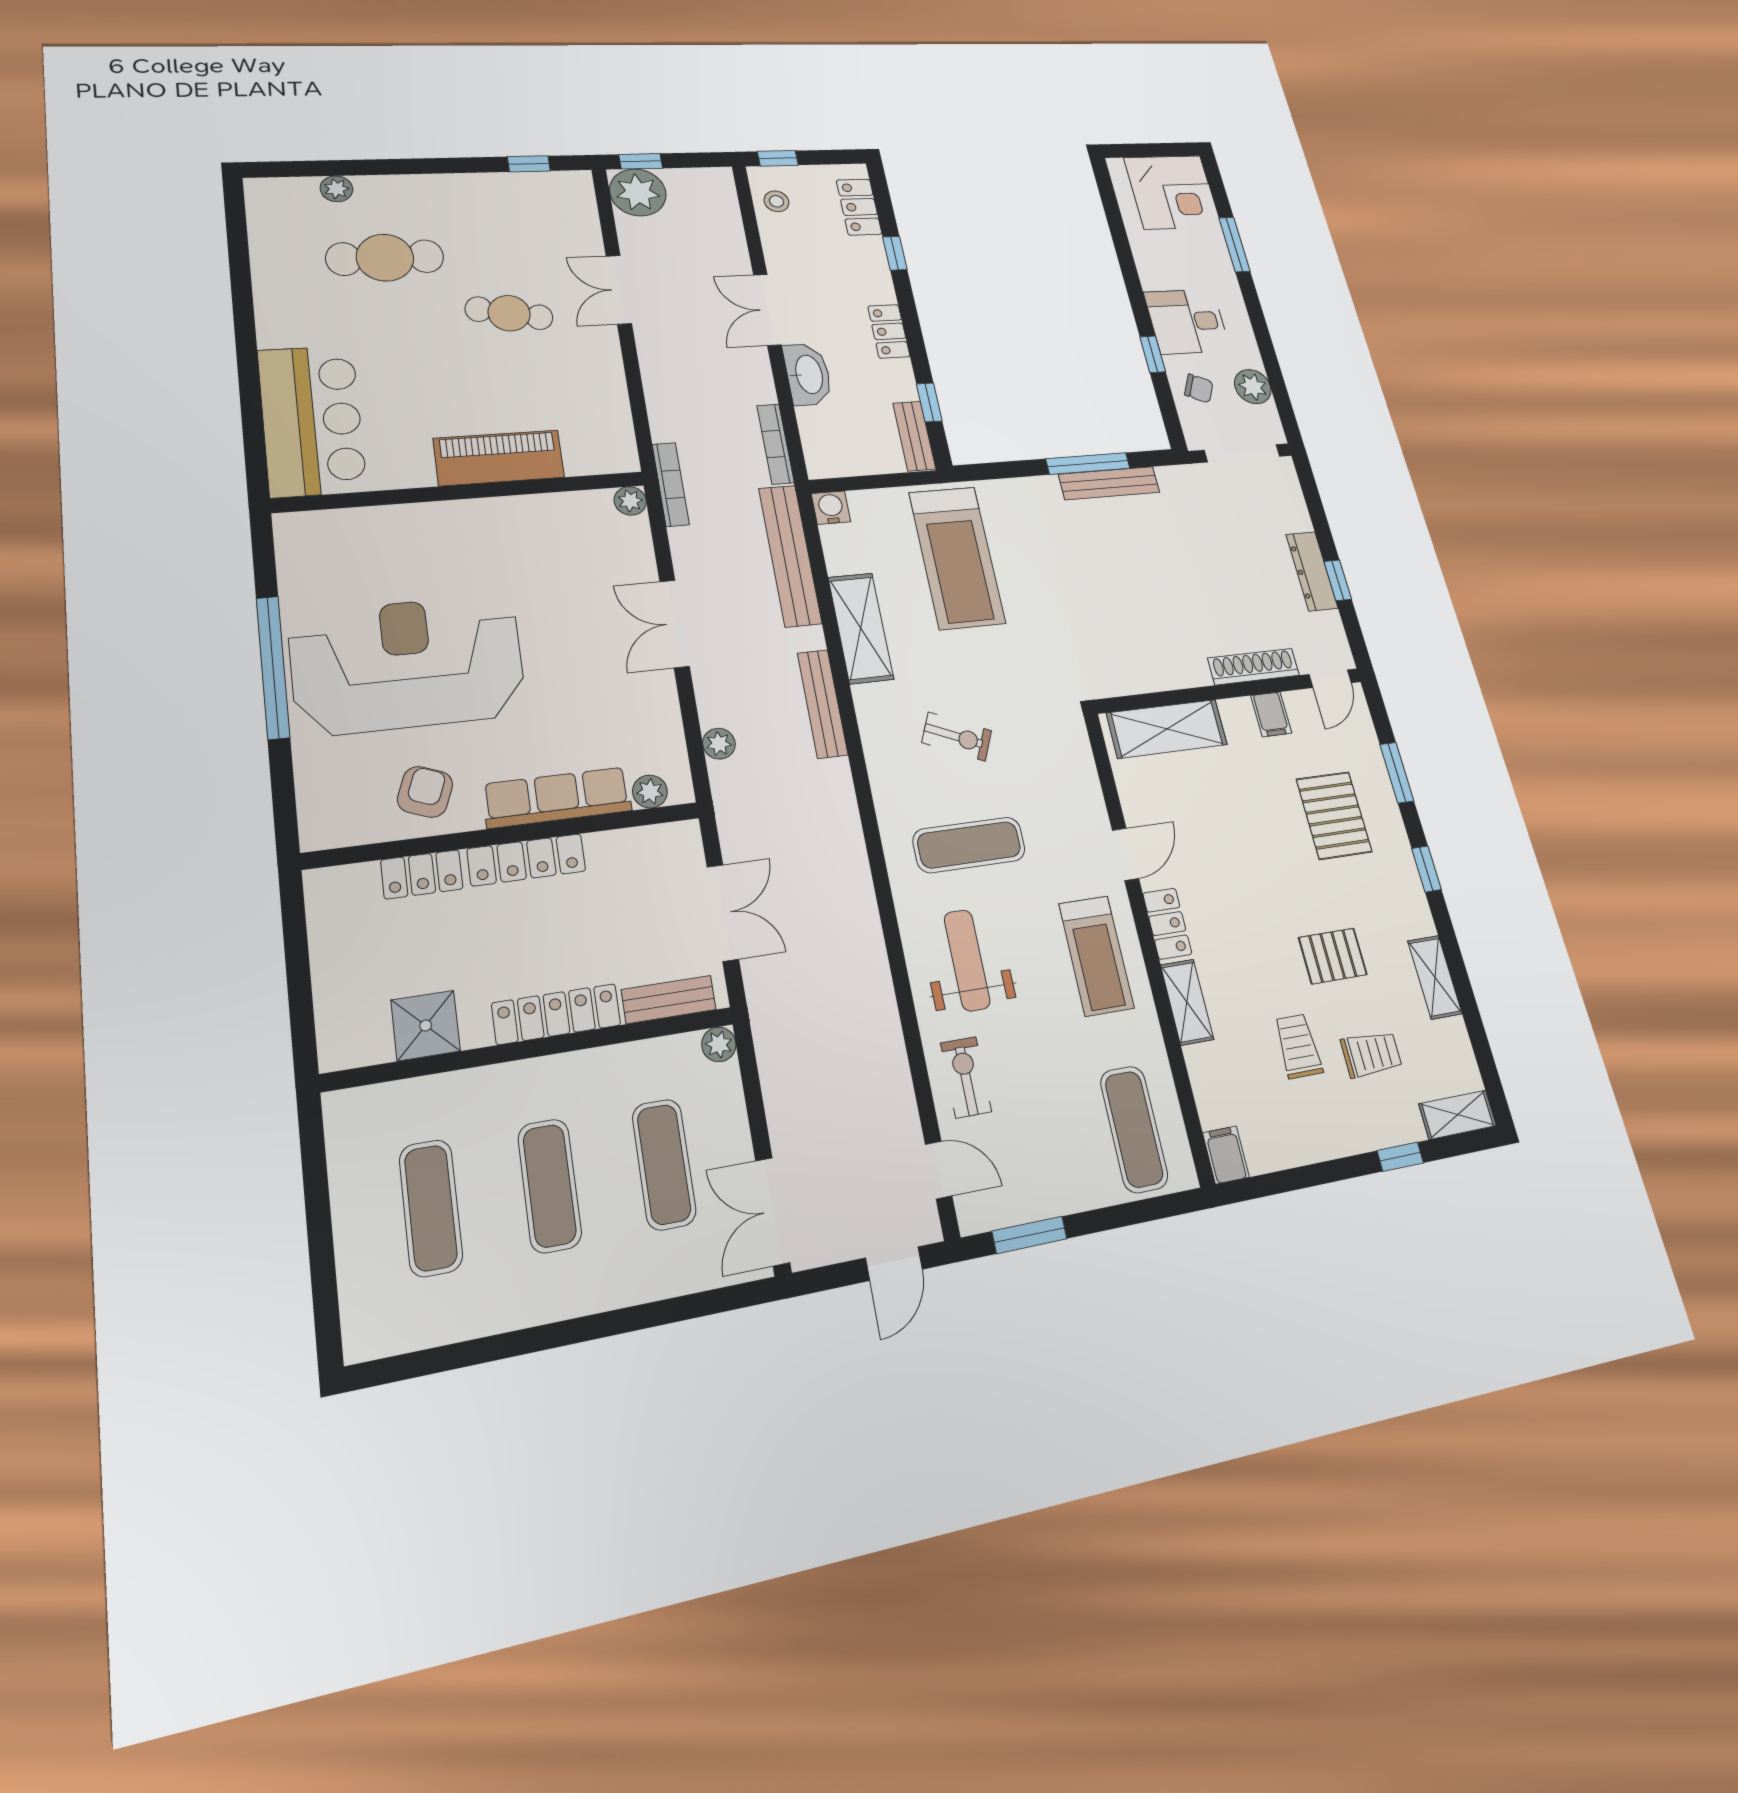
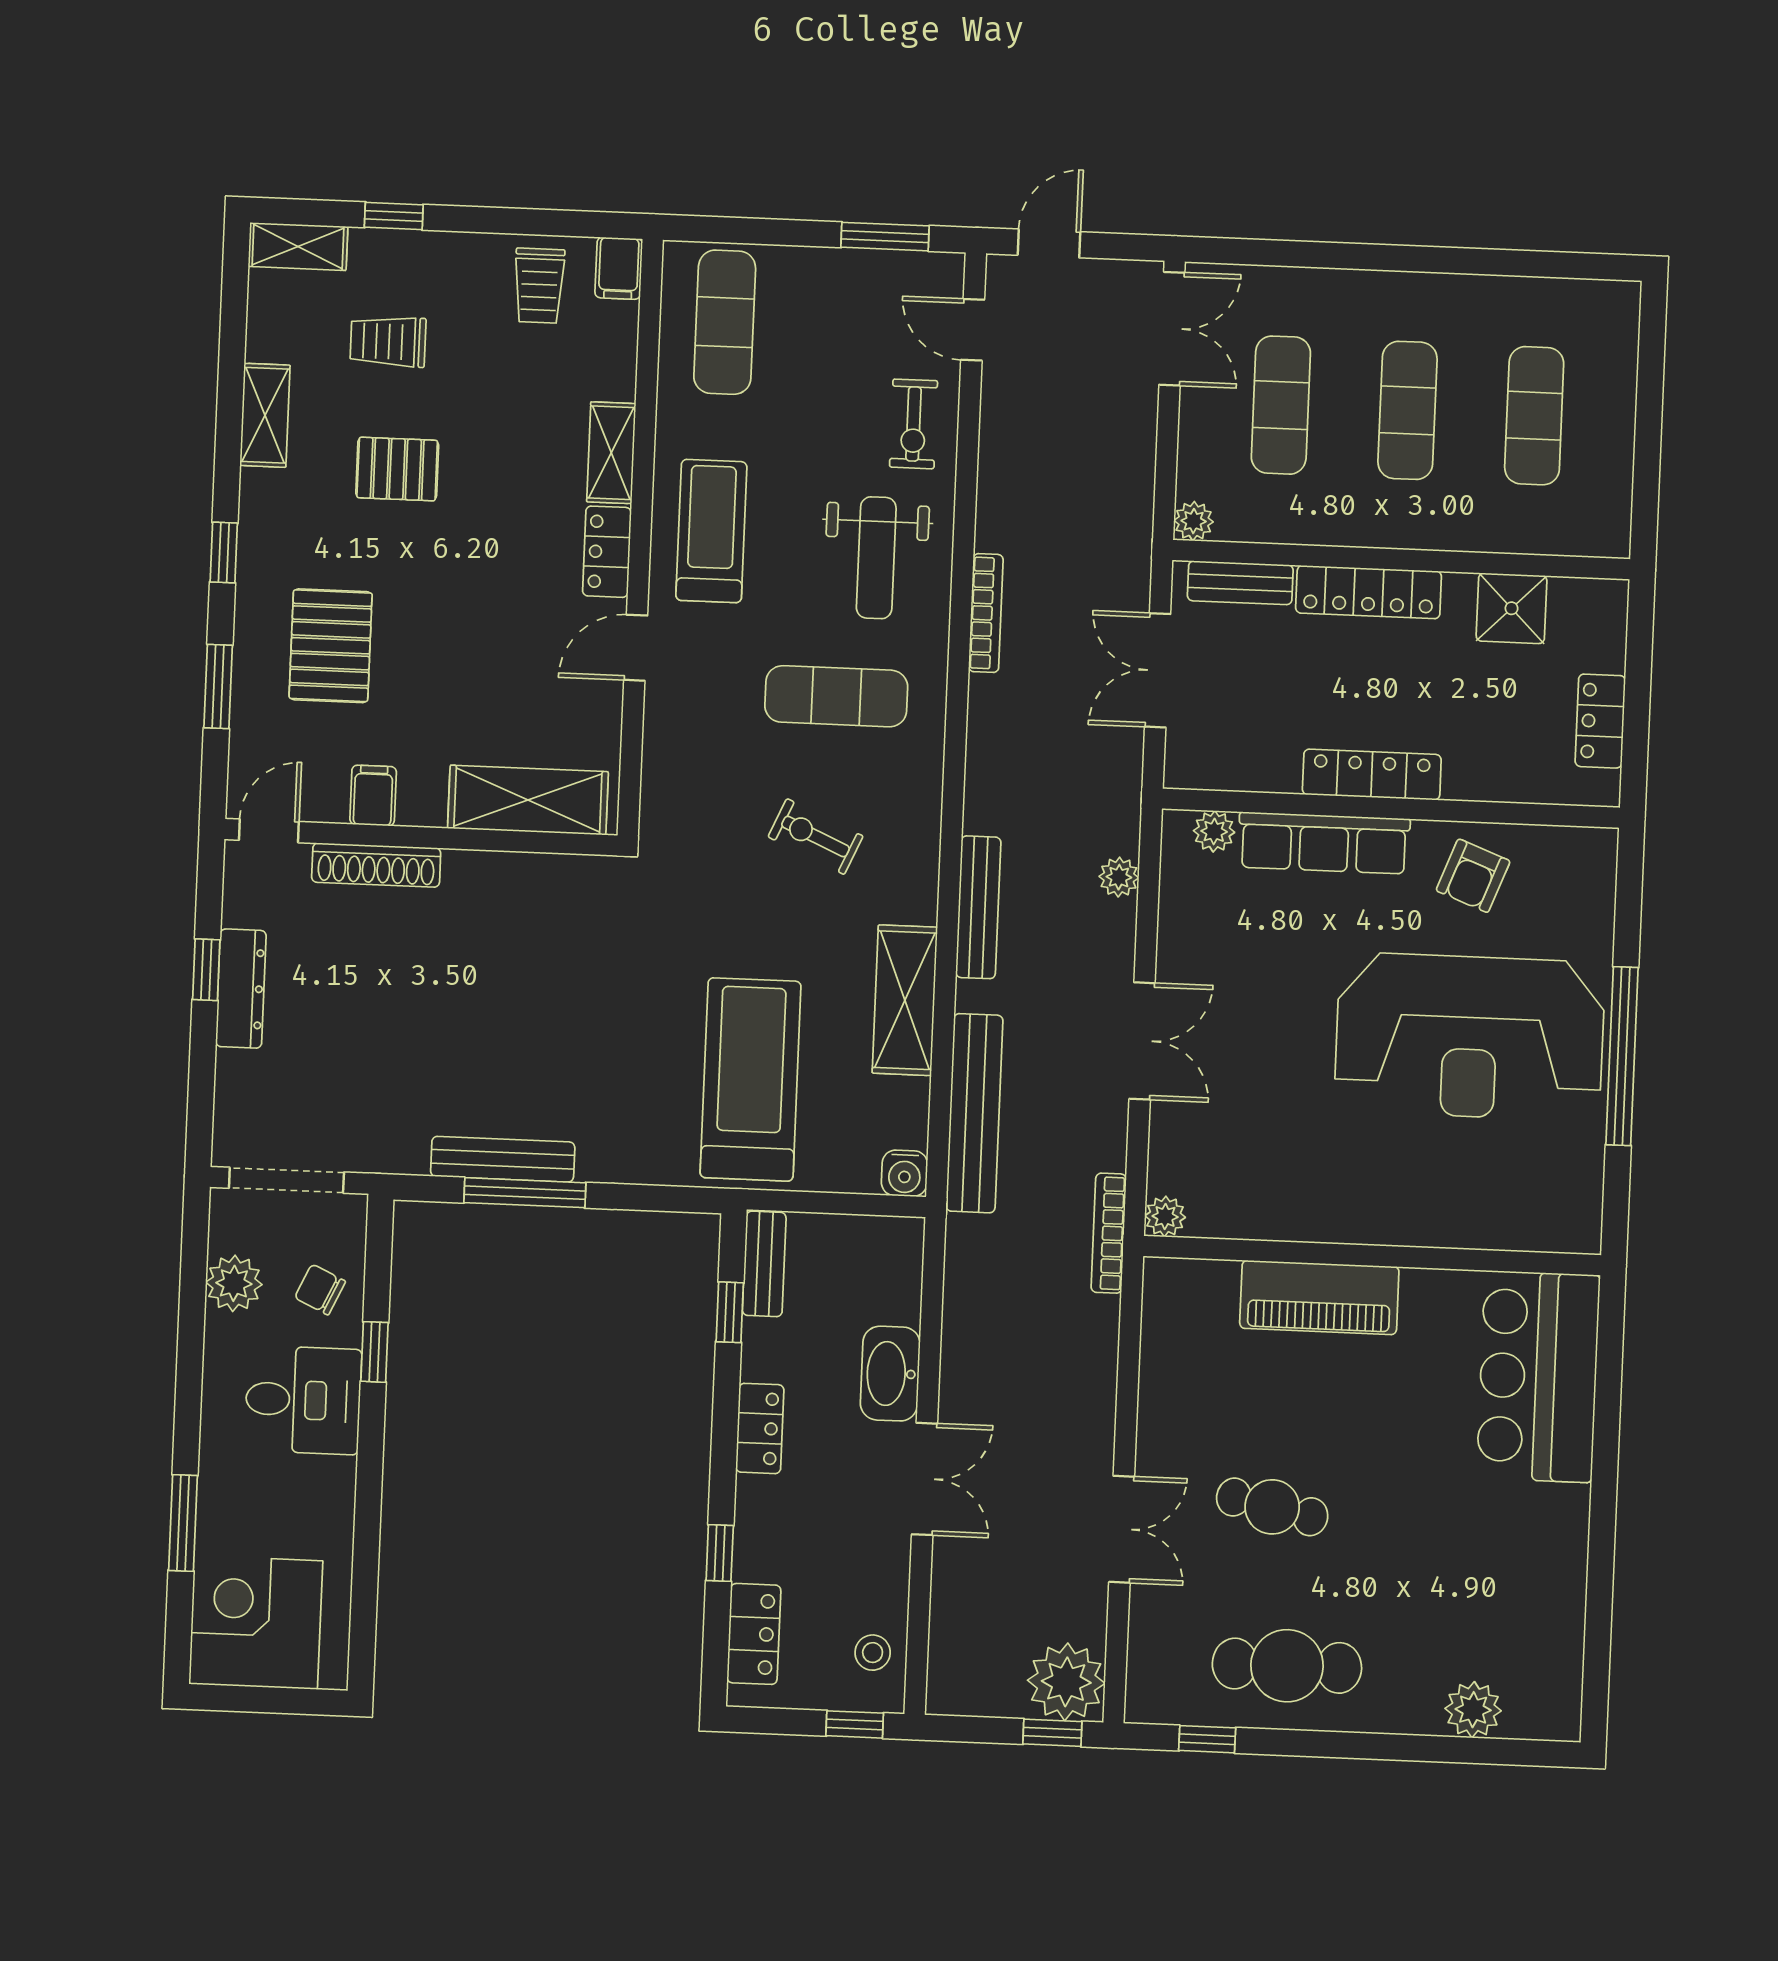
plant: (336, 189) -> (1473, 1710), width x1.38, depth x1.38
cafe table: (385, 258) -> (1287, 1666), moved
bookcase: (776, 444) -> (986, 613), moved
locker: (422, 874) -> (1600, 721), moved, turned -90
trolley: (1298, 1046) -> (539, 286), moved

